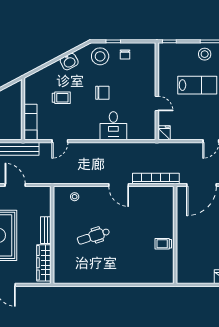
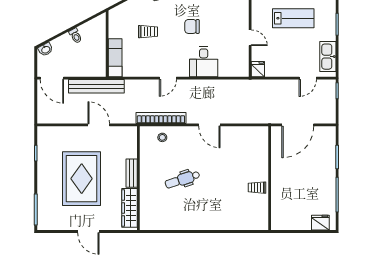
chair: (102, 93) -> (192, 26), turned 180
door: (60, 141) -> (168, 78), moved
bookcase: (156, 179) -> (161, 118), moved

